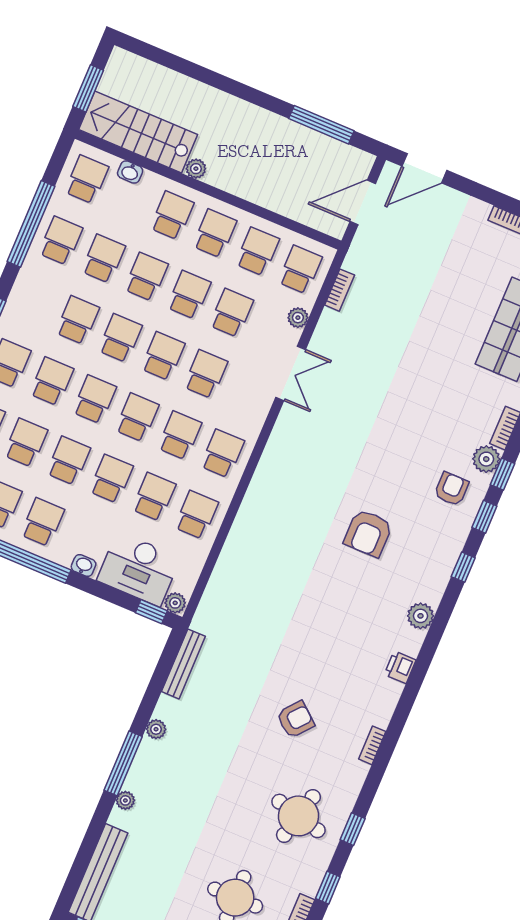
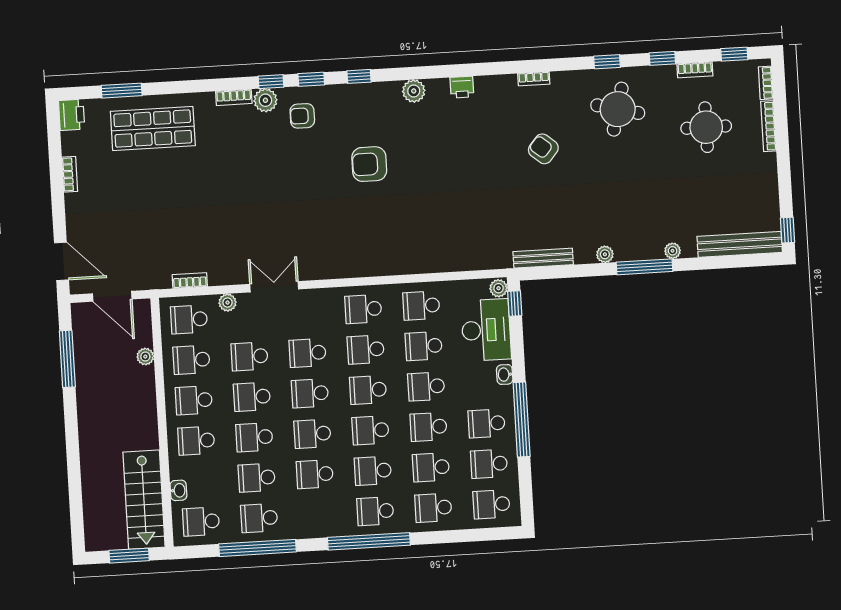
plant: (196, 169) -> (145, 357), moved
armchair: (368, 533) -> (369, 164), turned 180

